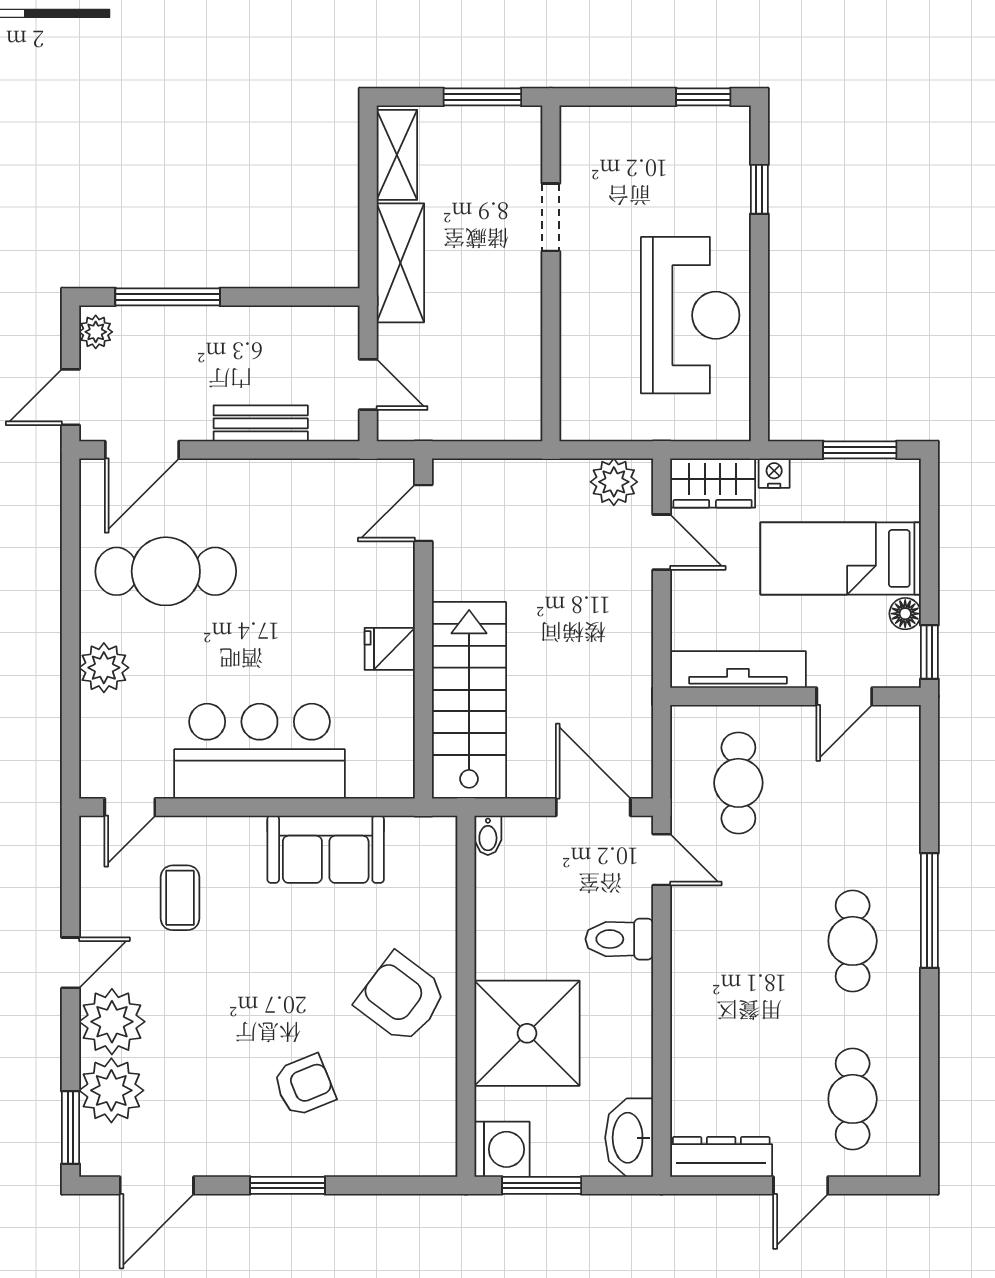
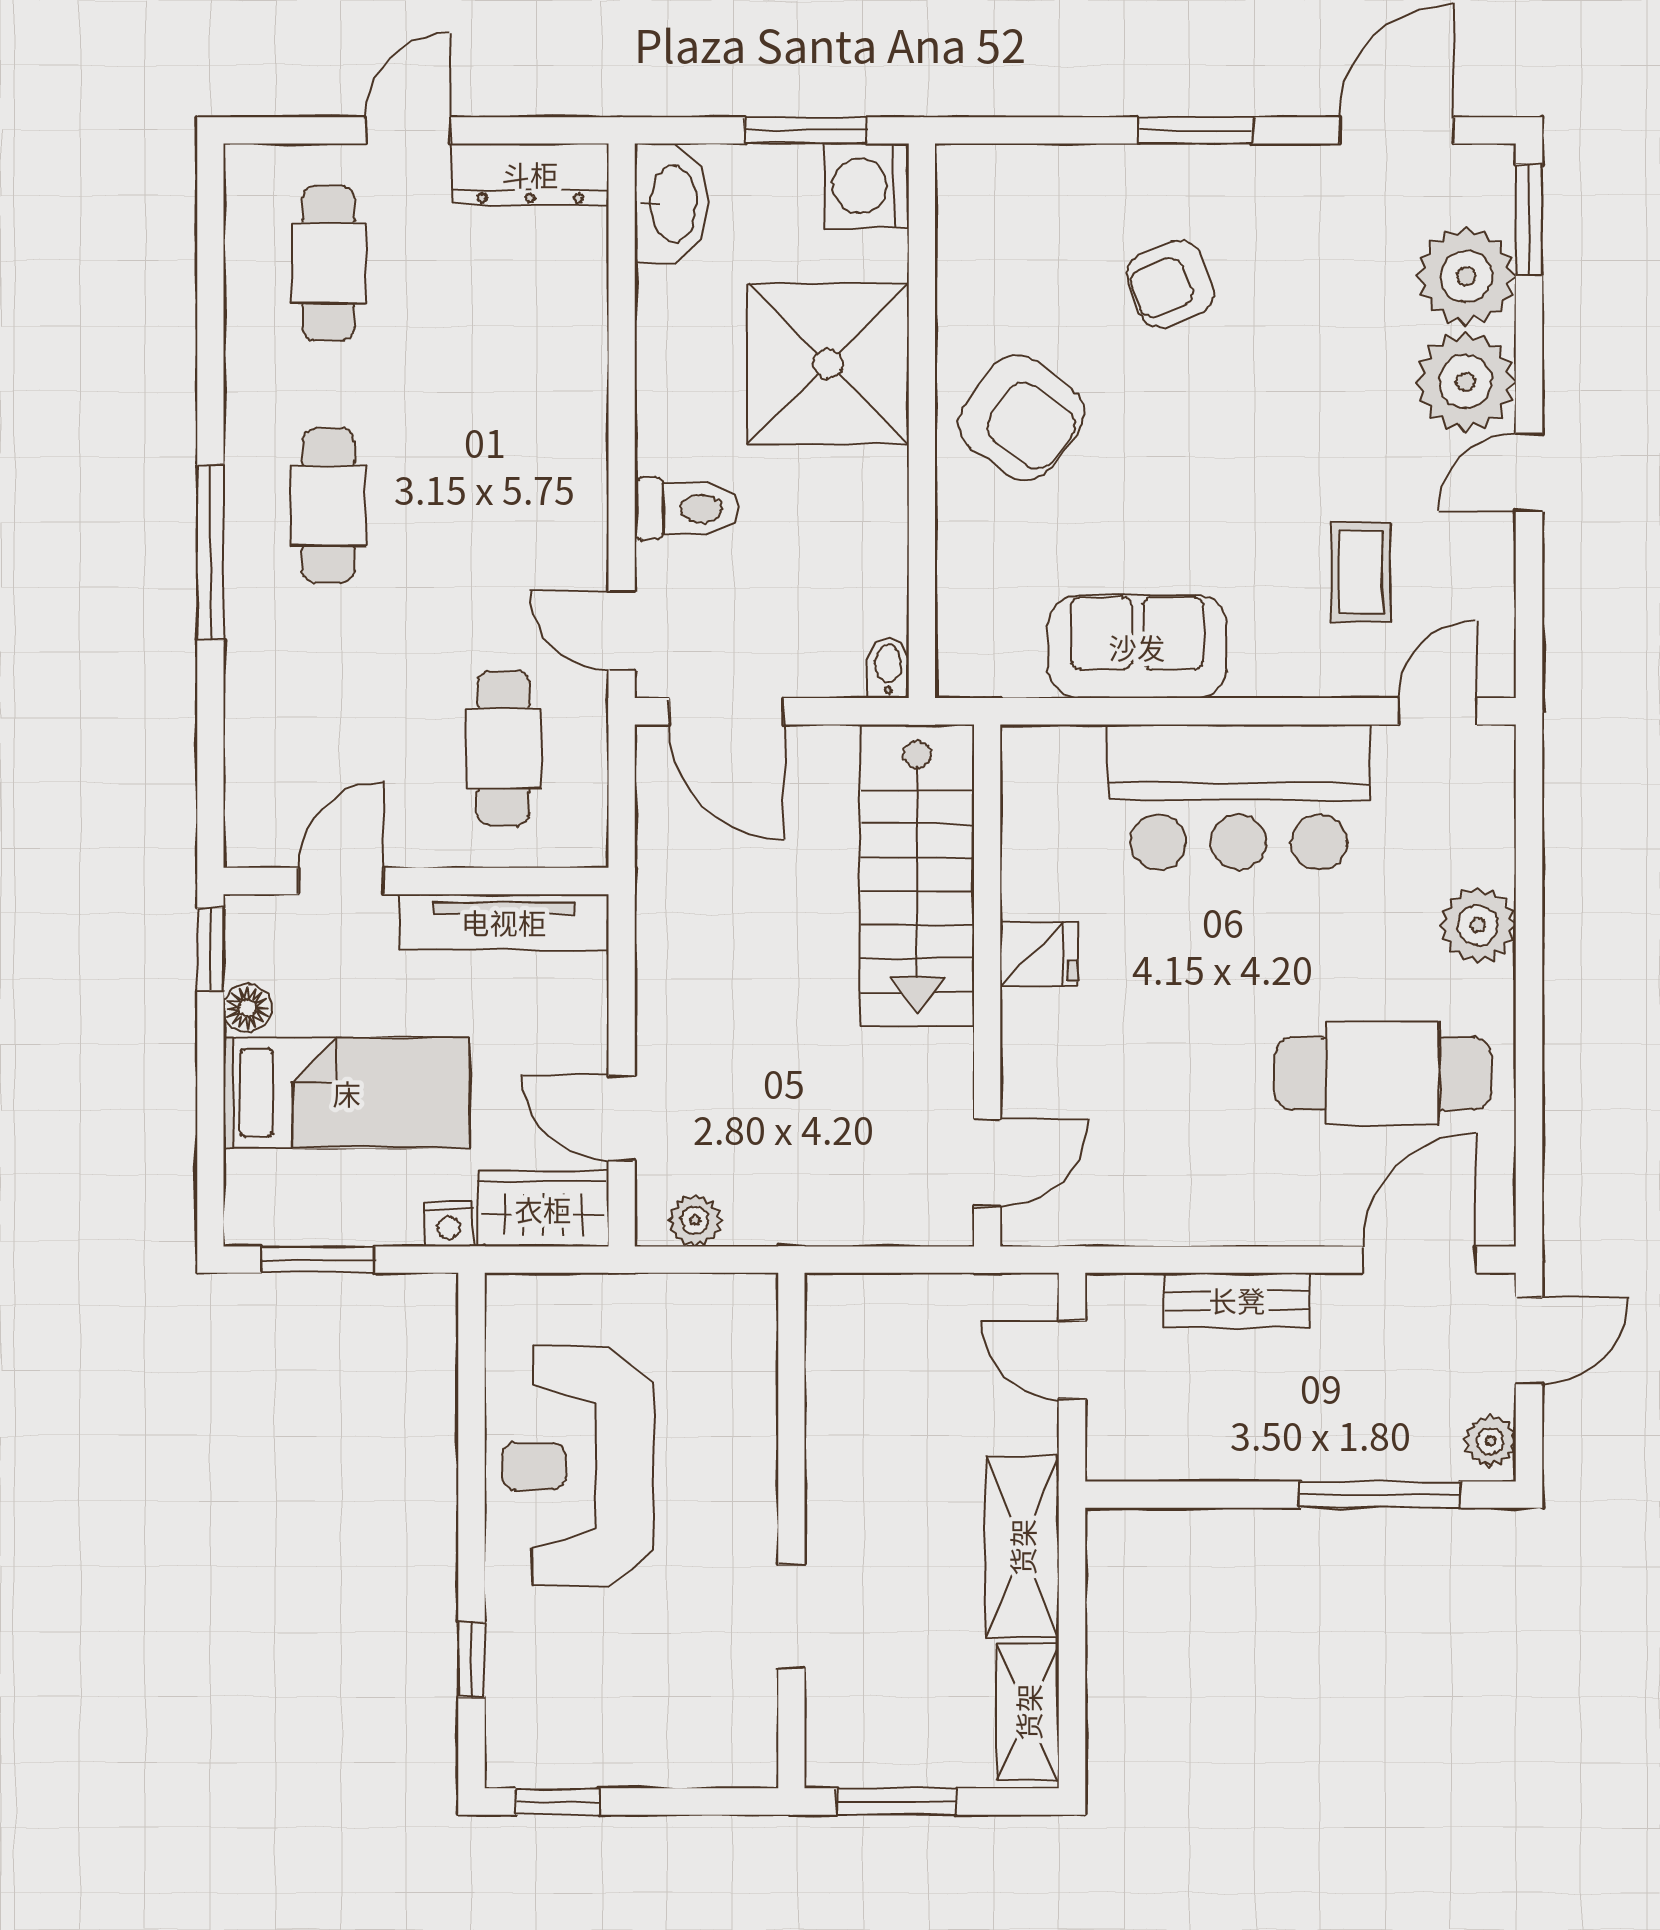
plant: (614, 482) -> (695, 1220), width x0.73, depth x0.73

